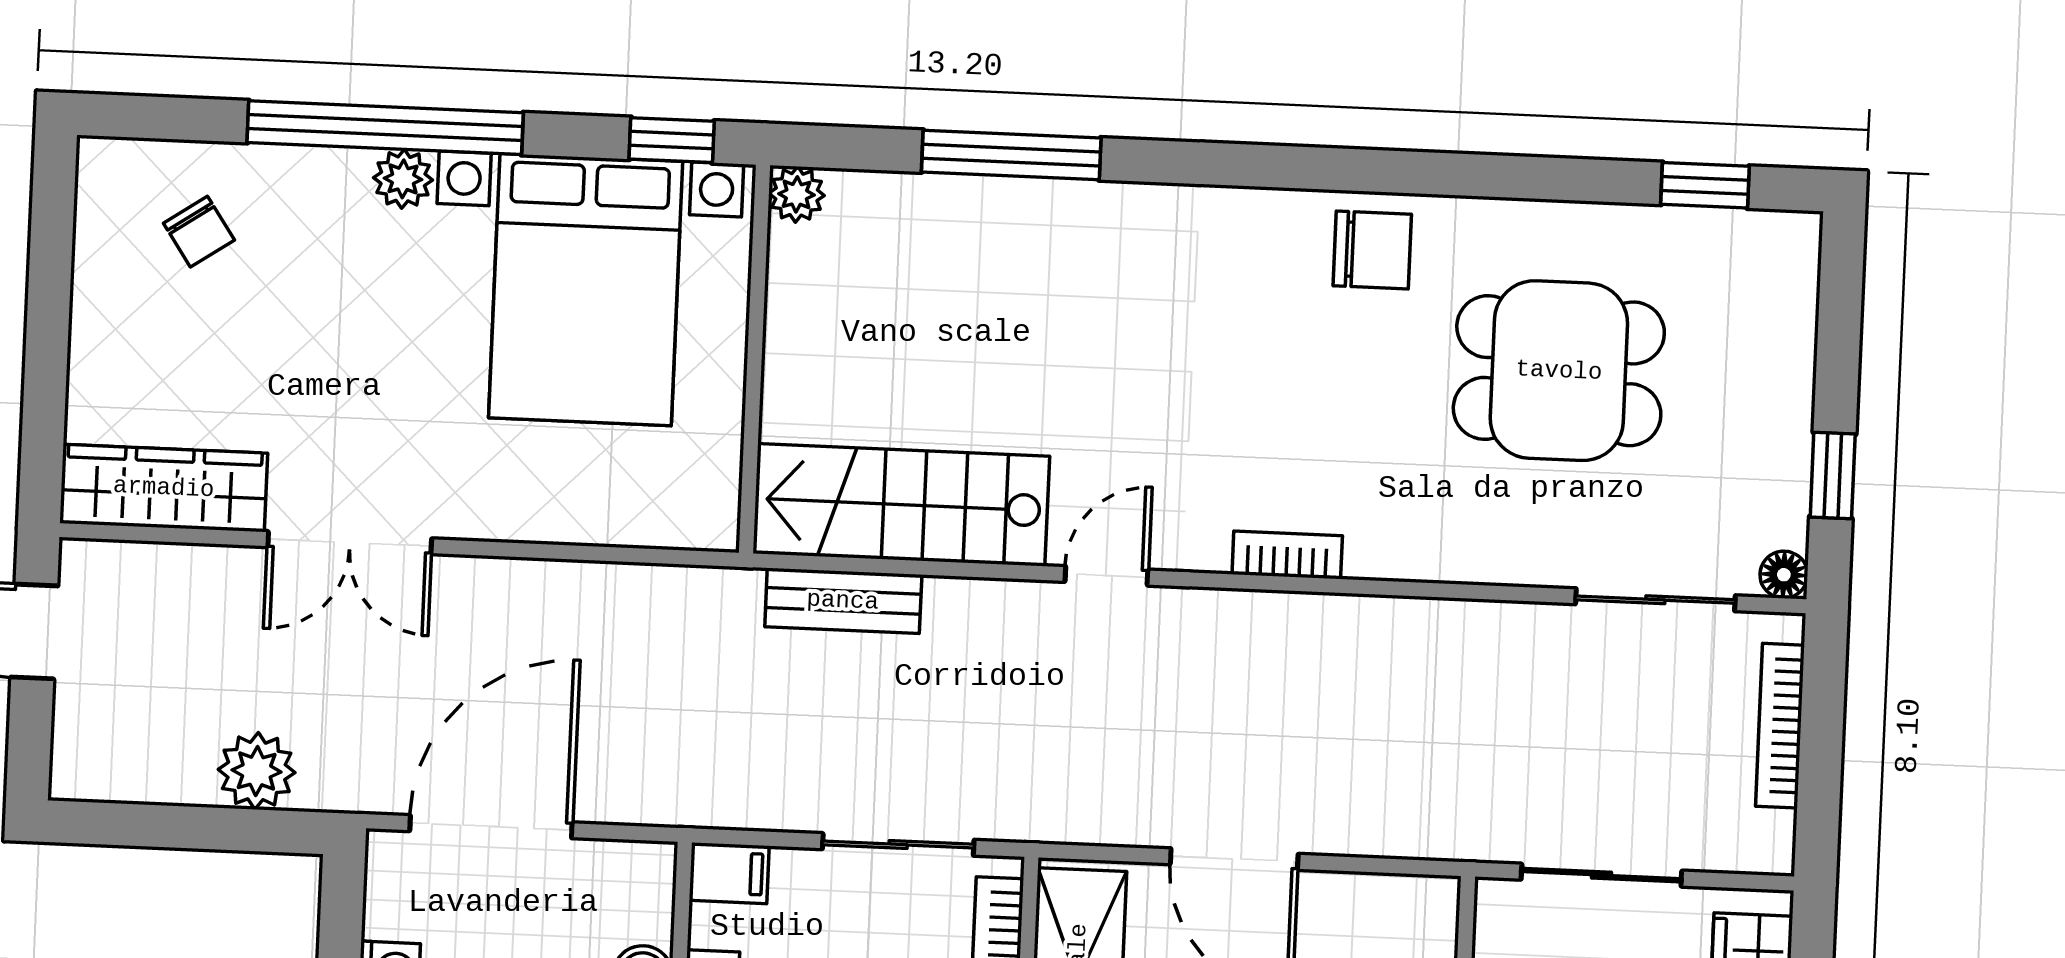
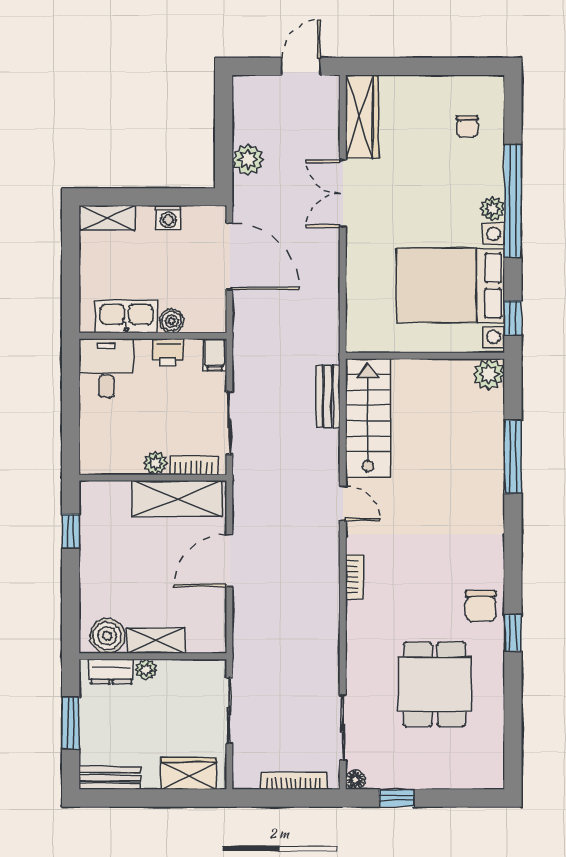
window: (1705, 185) -> (513, 633), moved
plant: (797, 194) -> (489, 374), width x1.38, depth x1.38
chair: (199, 232) -> (467, 127), turned -57

